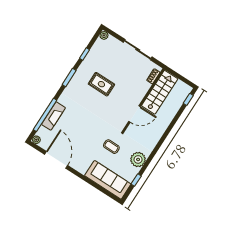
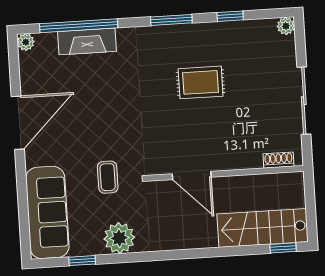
rug: (101, 84) -> (201, 82), turned 90
stairs: (160, 92) -> (263, 228), moved, turned 180
door: (56, 160) -> (18, 123), moved

